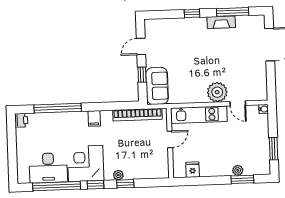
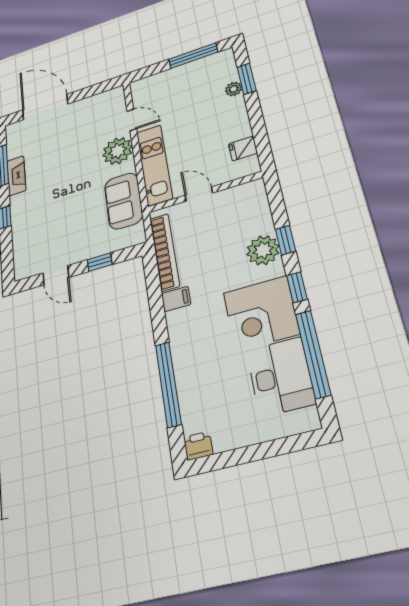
sofa: (157, 86) -> (123, 201), moved, turned -90
door: (238, 103) -> (132, 120), hinge flipped
water cooler: (264, 109) -> (137, 86), removed
filing cabinet: (94, 118) -> (176, 299), moved
window: (274, 149) -> (193, 56), width x1.44
plant: (118, 175) -> (263, 250), width x1.88, depth x1.88

